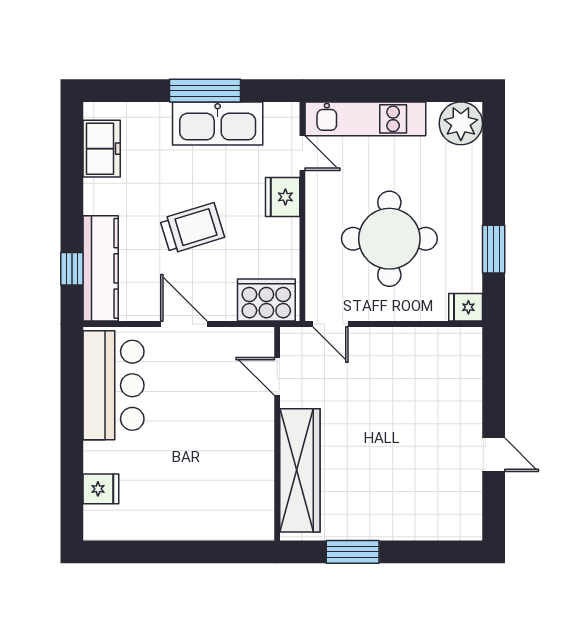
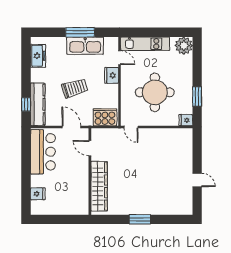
door: (277, 376) -> (90, 148), moved
wall: (277, 434) -> (90, 171), moved
wardrobe: (300, 470) -> (99, 186), moved

